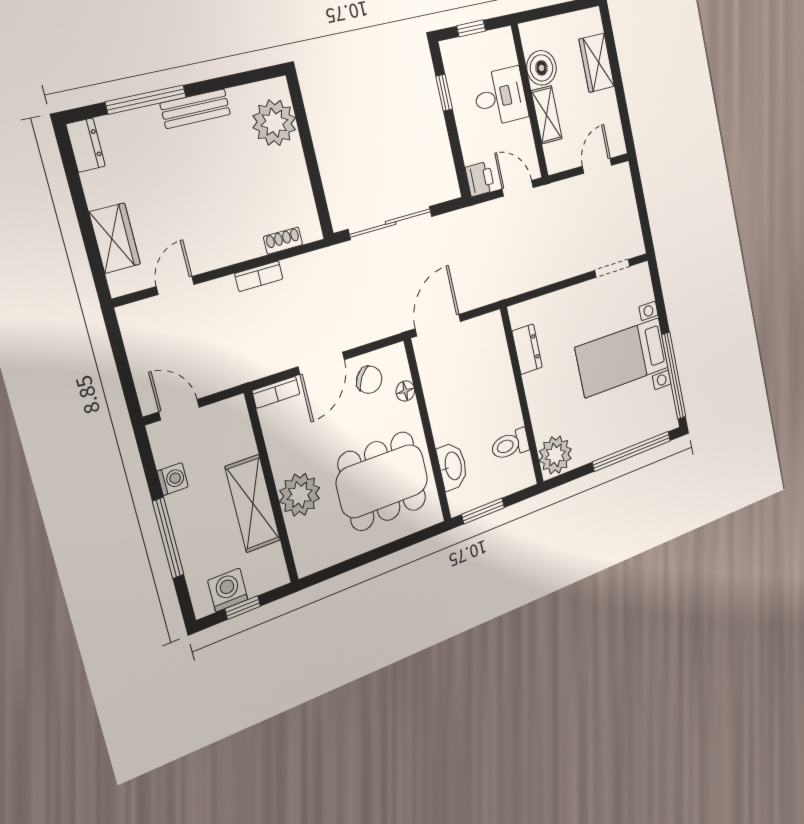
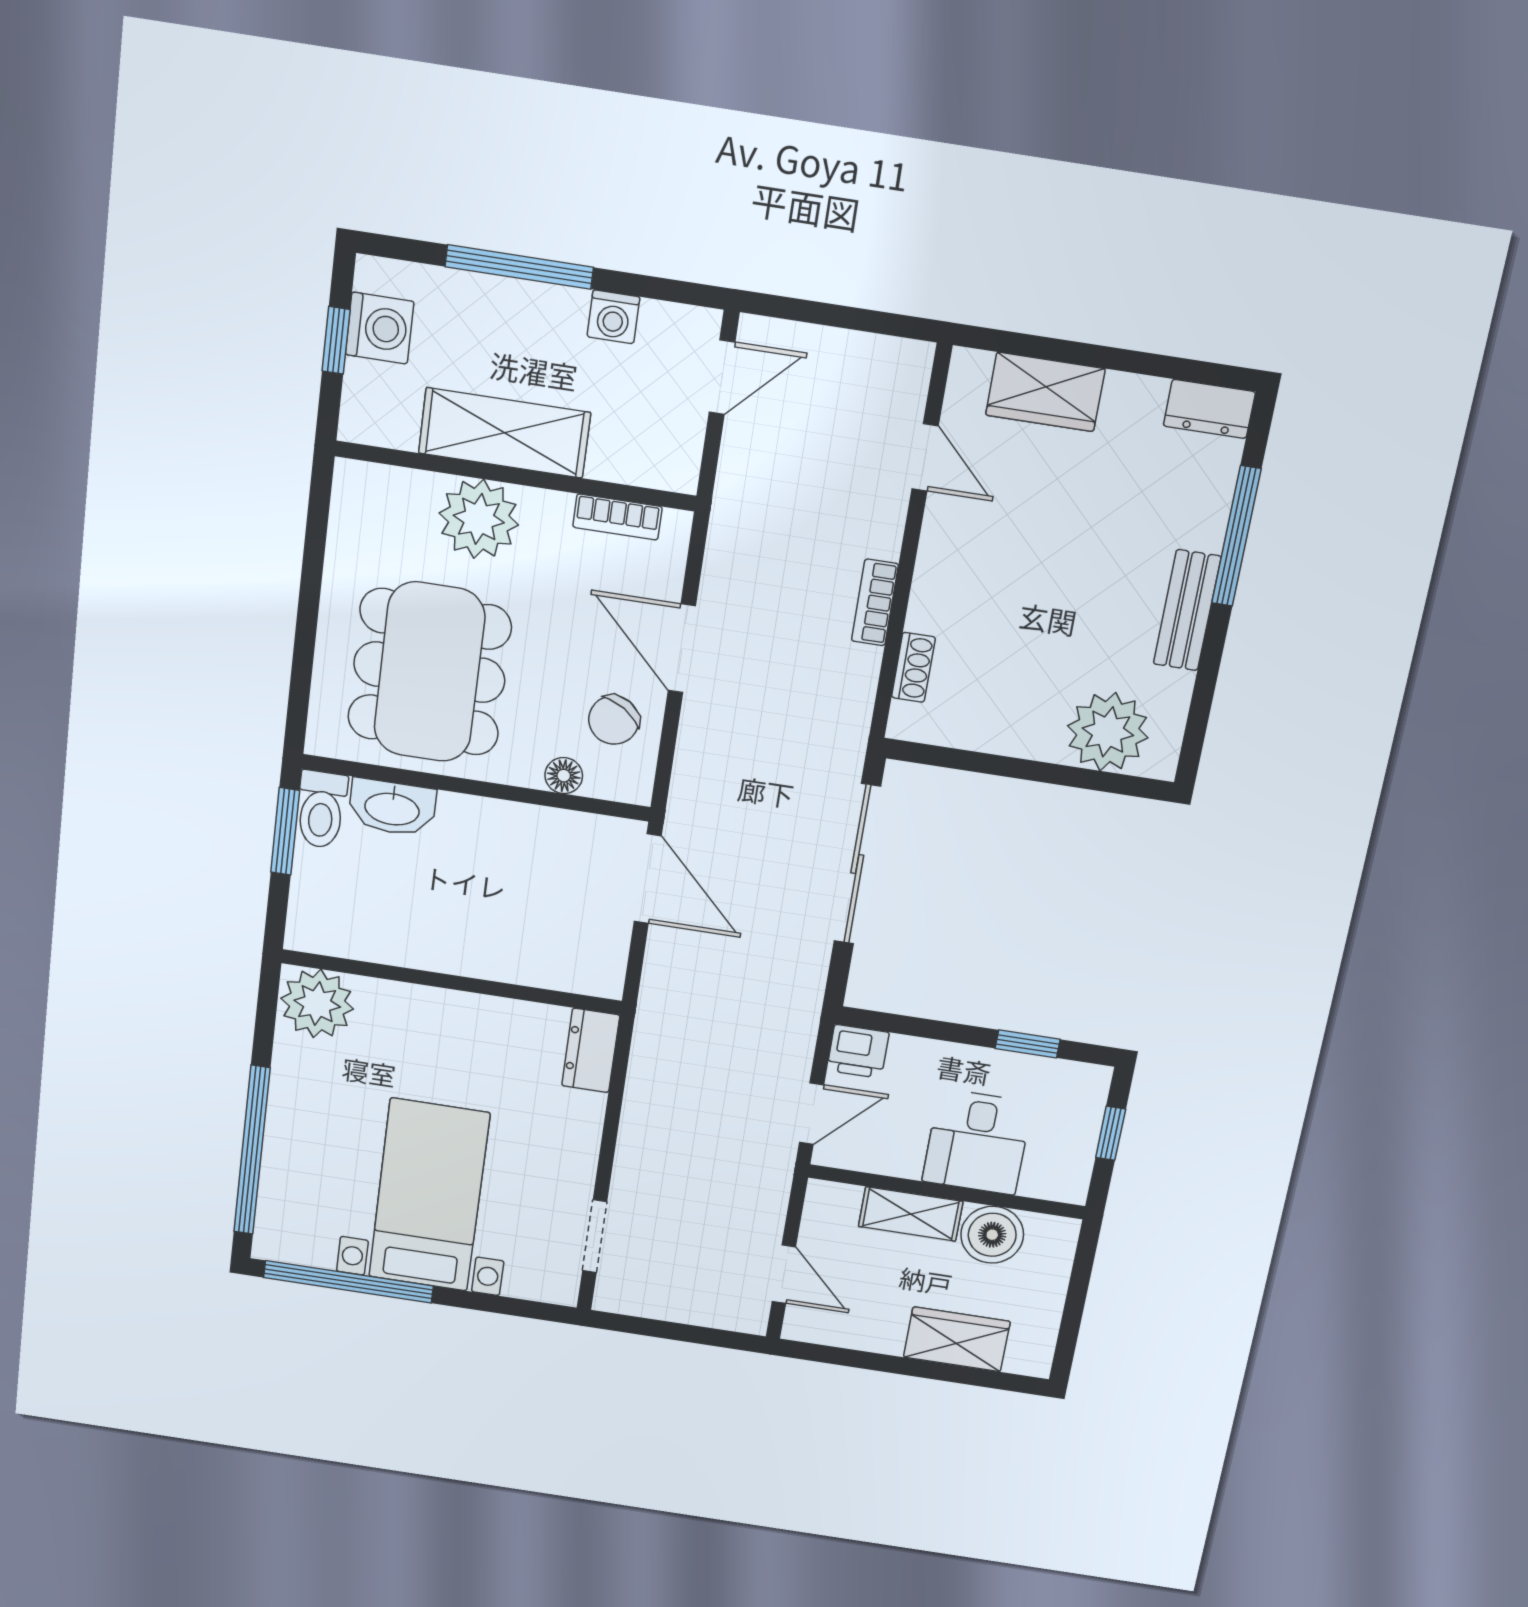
dresser: (527, 349) -> (591, 1050), moved, turned 90
bookcase: (276, 392) -> (617, 517), moved, turned -90
toilet: (510, 445) -> (321, 810), moved, turned 180

